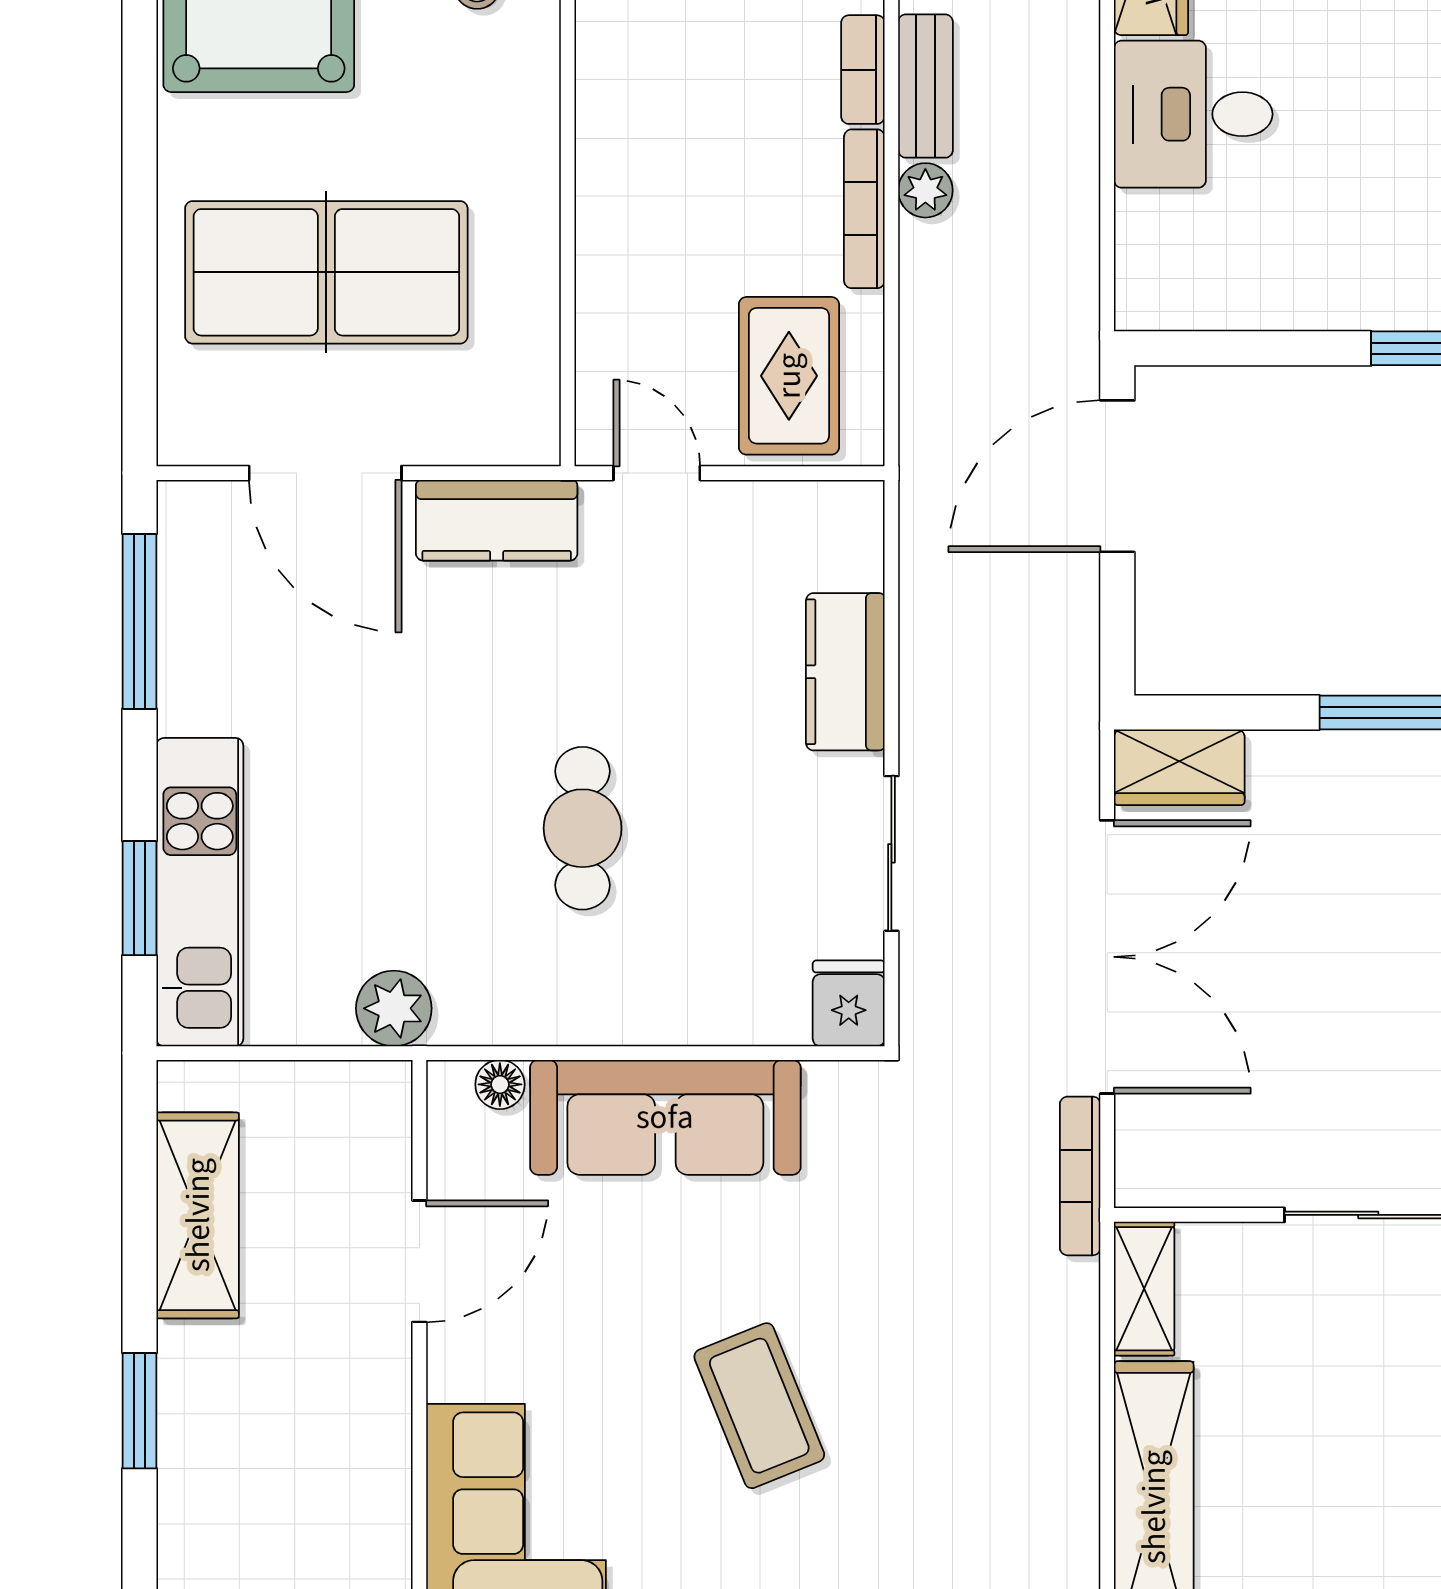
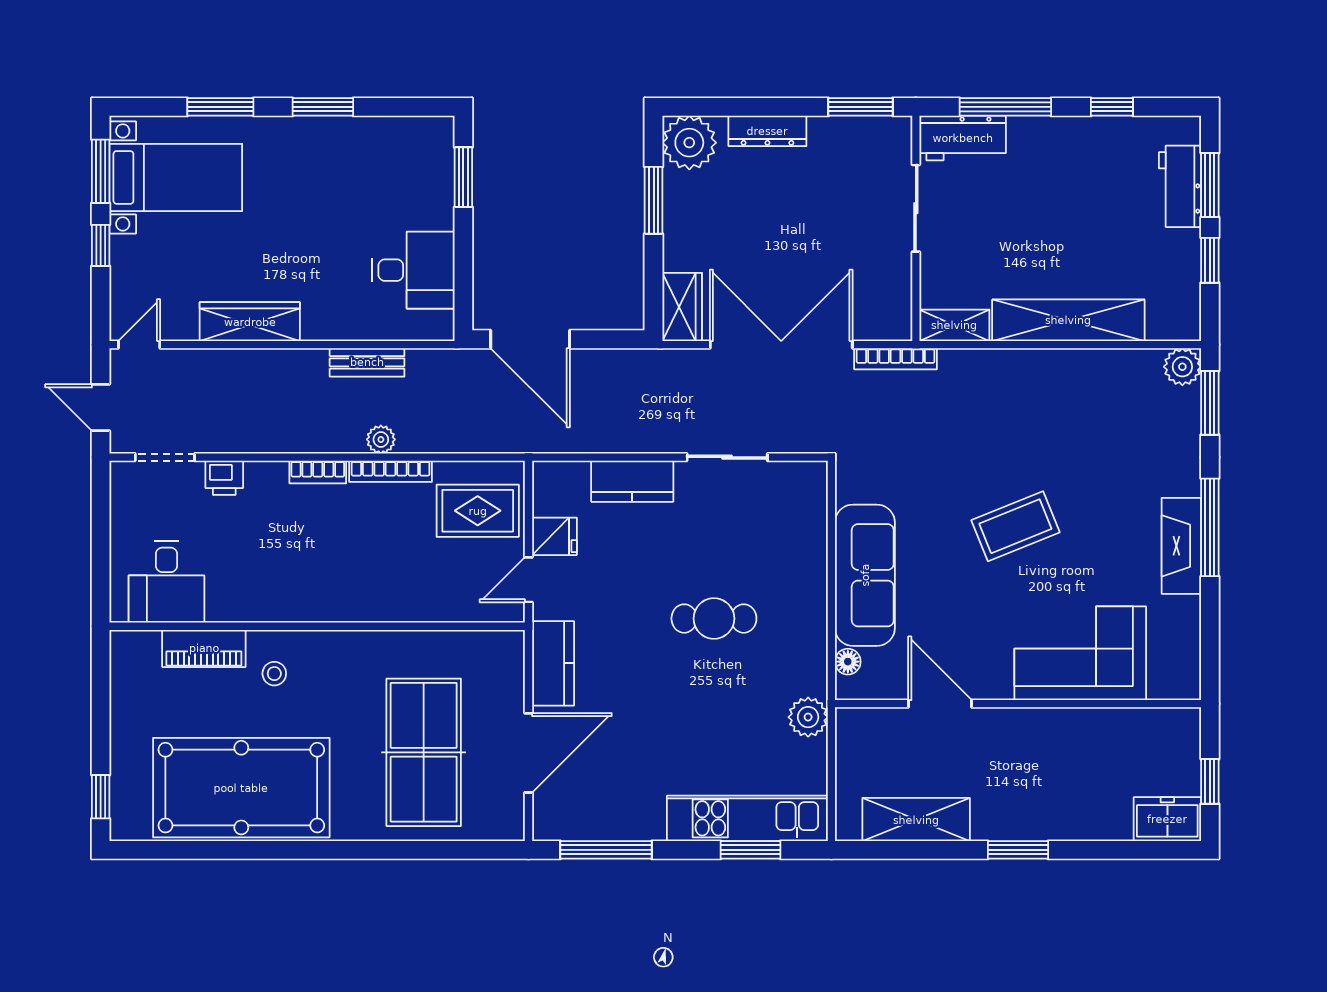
bench: (926, 86) -> (367, 362), moved
desk: (1193, 114) -> (413, 270), moved, turned -90
fridge: (849, 1003) -> (554, 536), moved, turned 180

